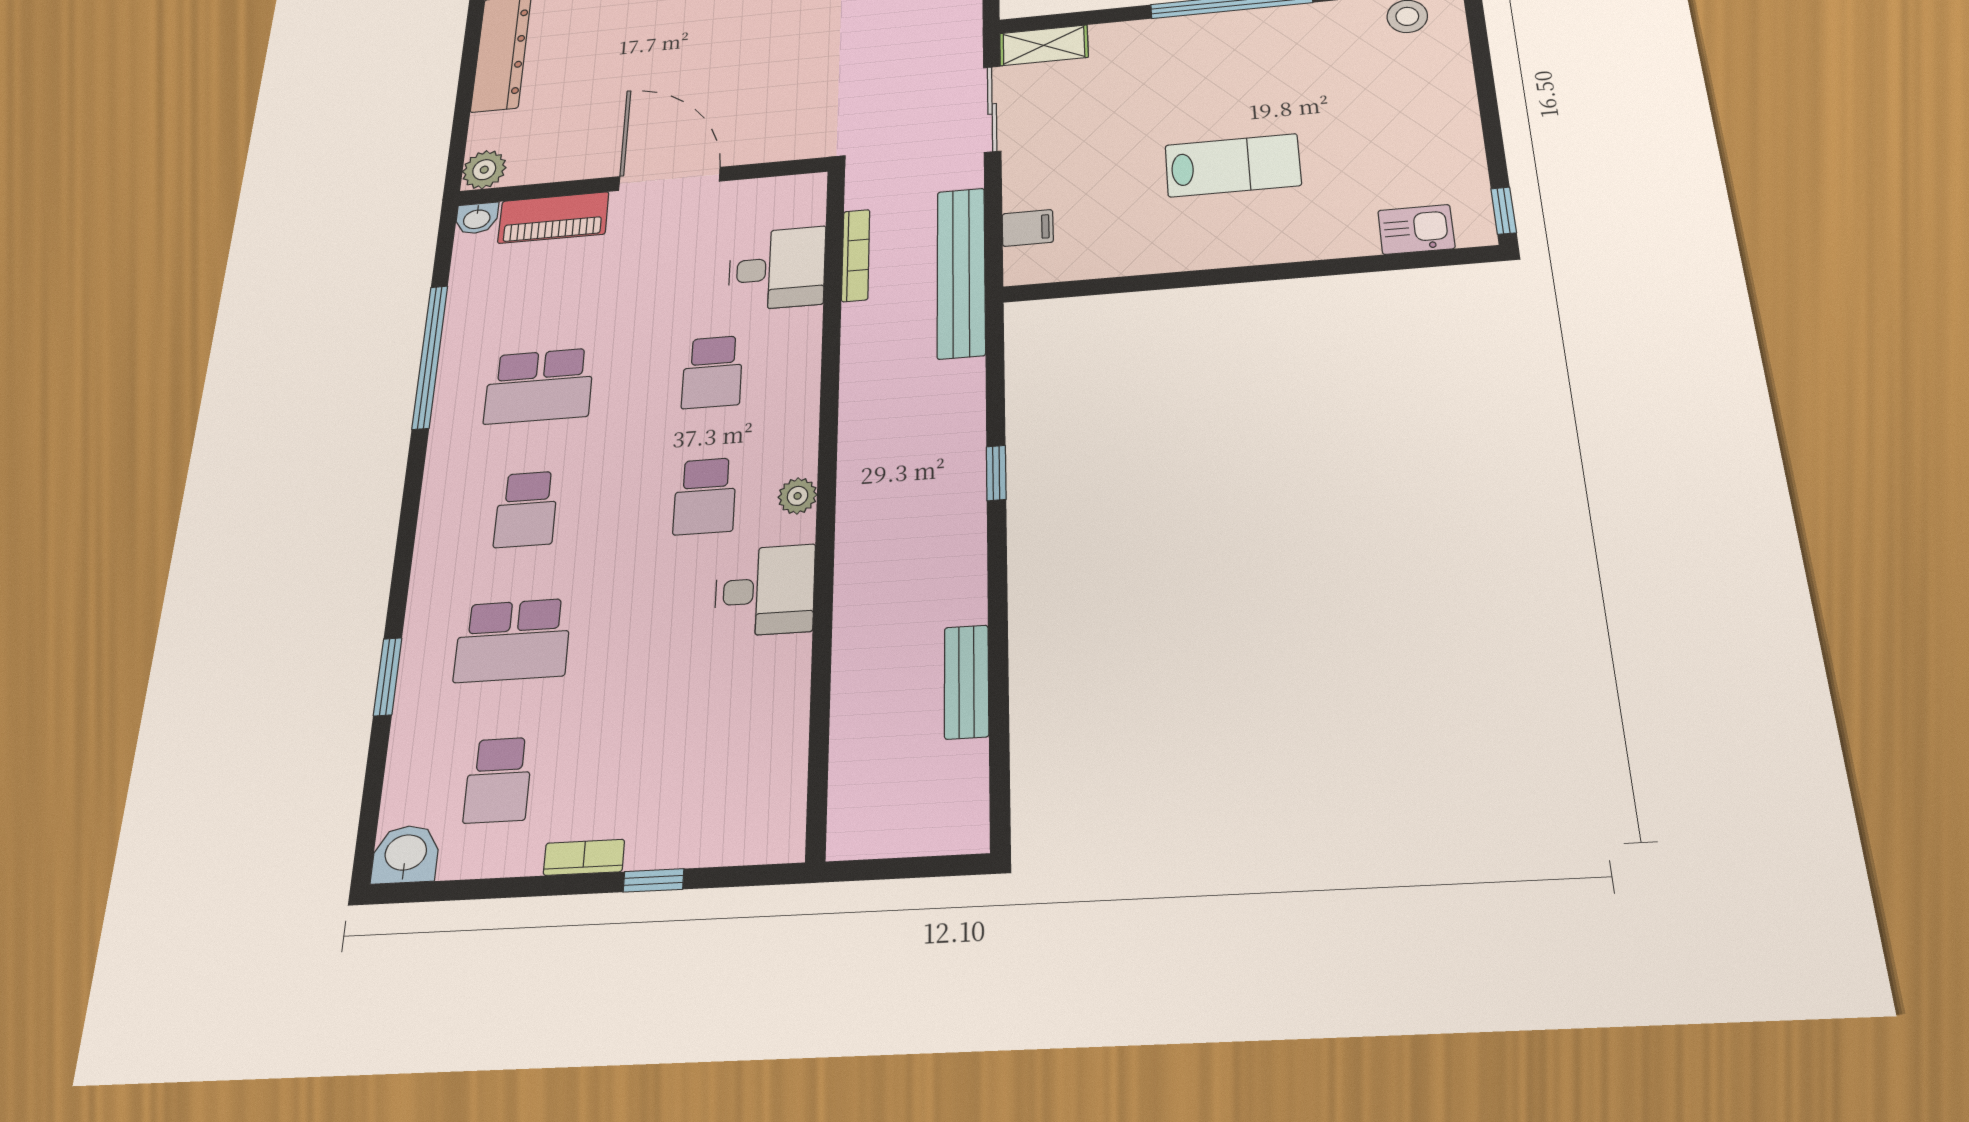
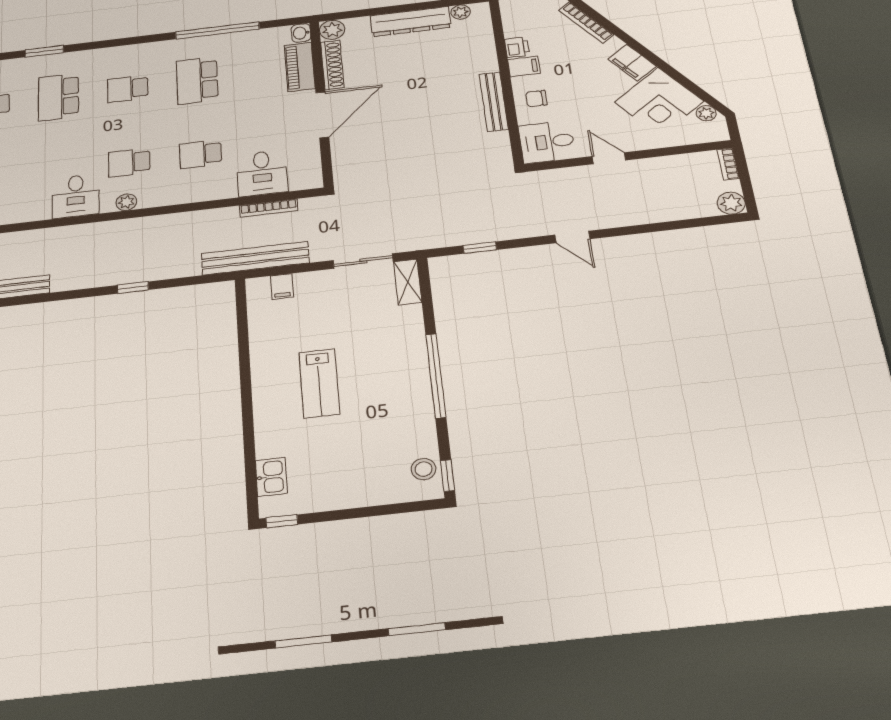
shoe rack: (563, 167) -> (332, 65), added

